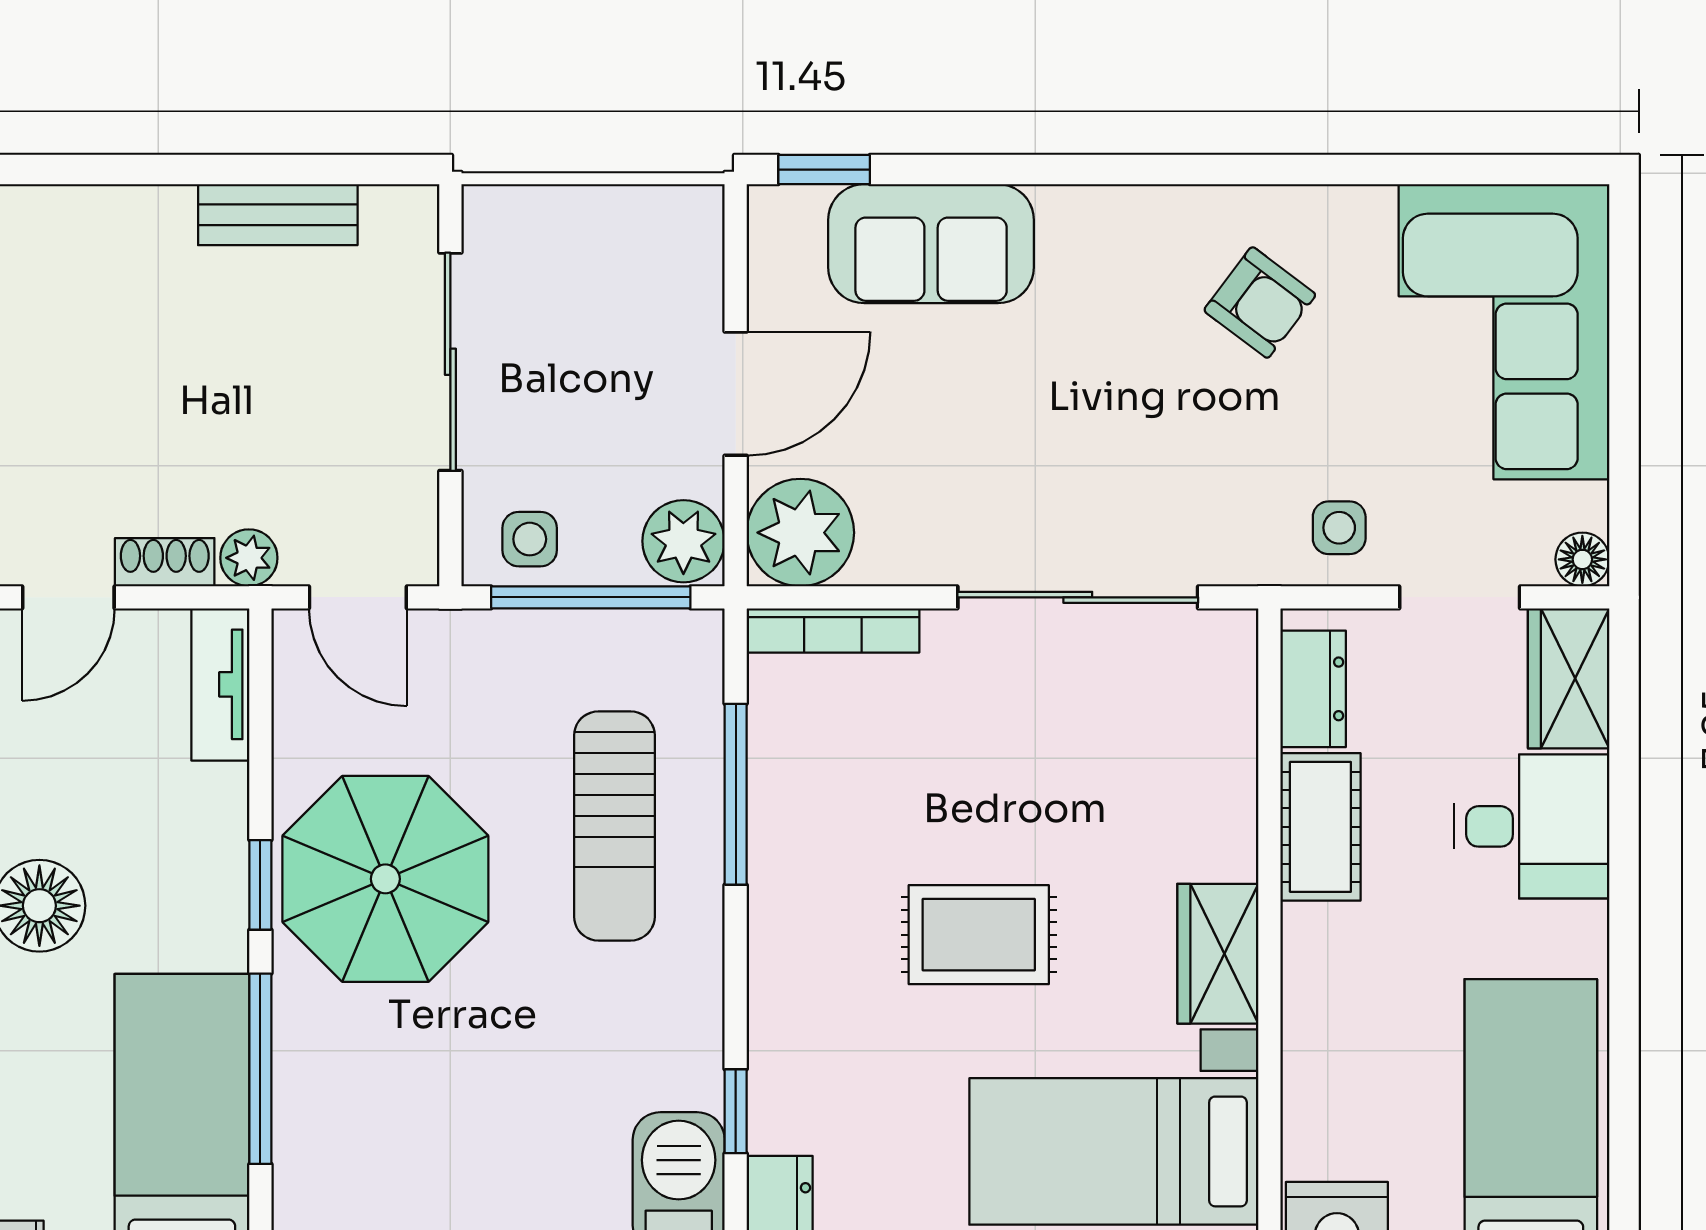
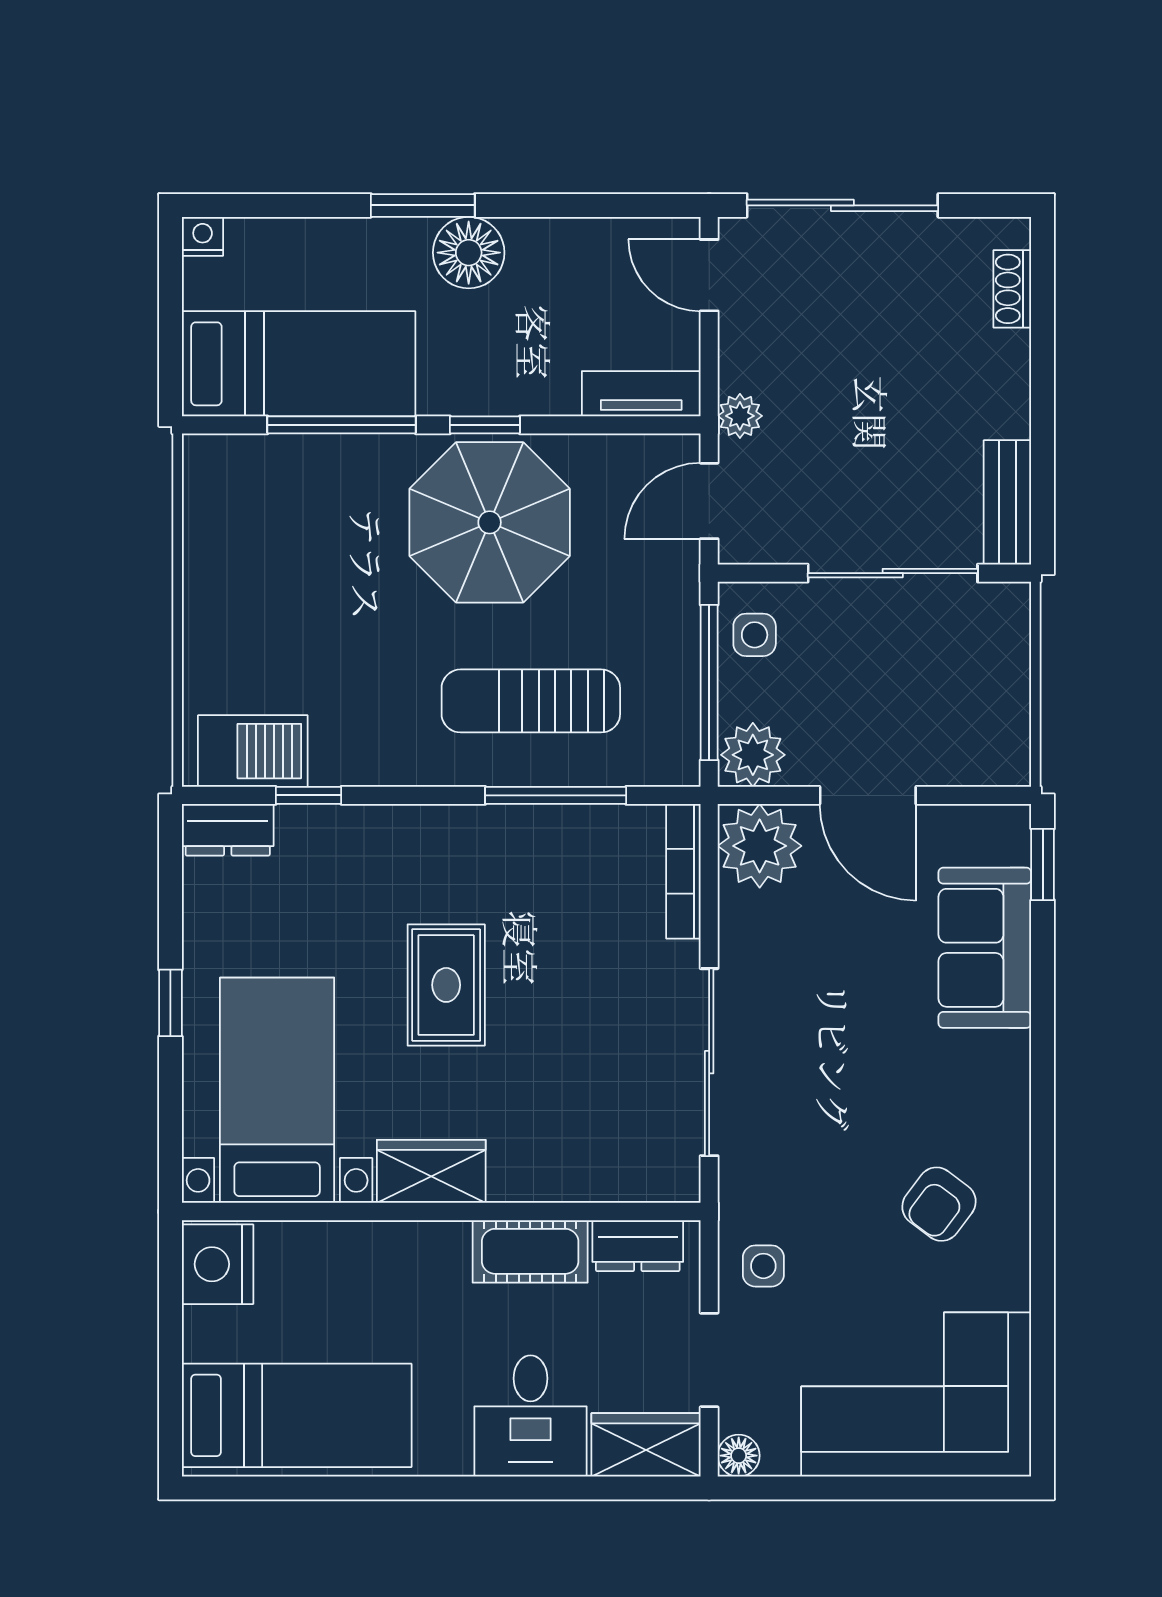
bench: (278, 215) -> (1007, 502), moved
shoe rack: (165, 562) -> (1012, 289), moved, turned 180

